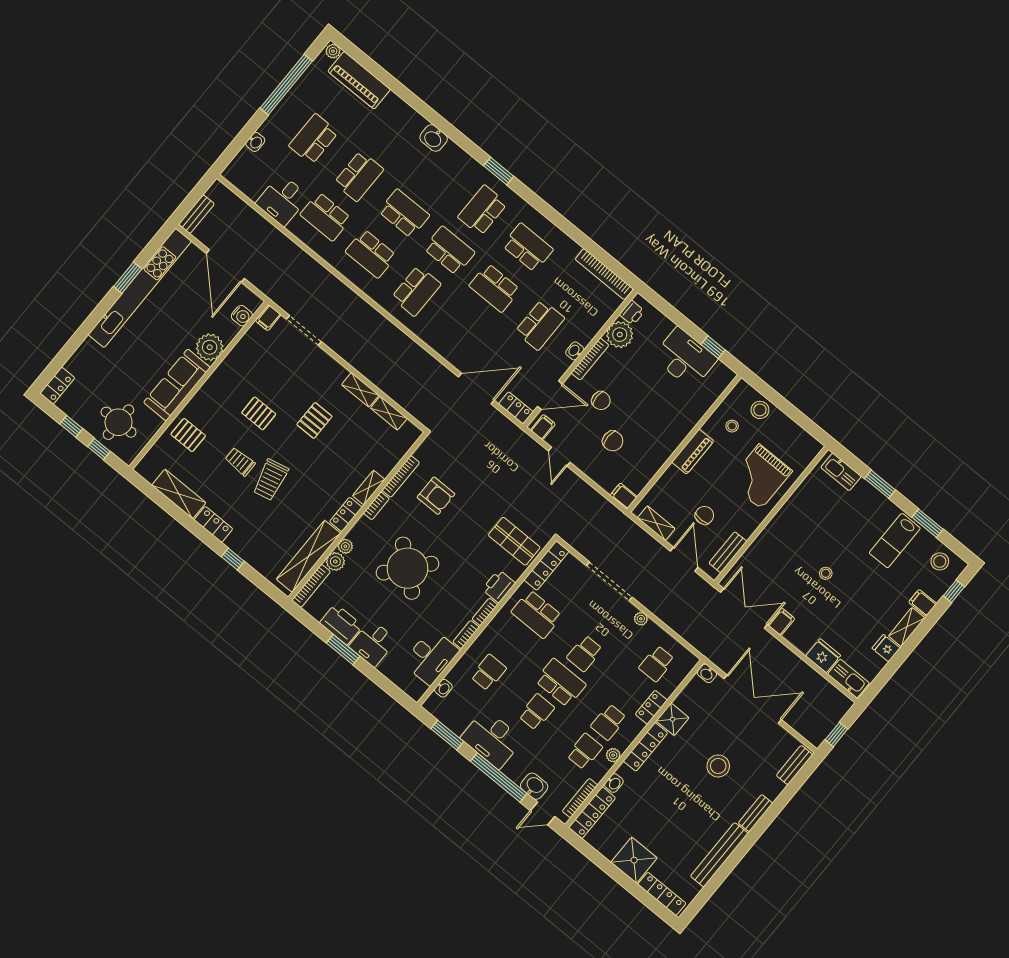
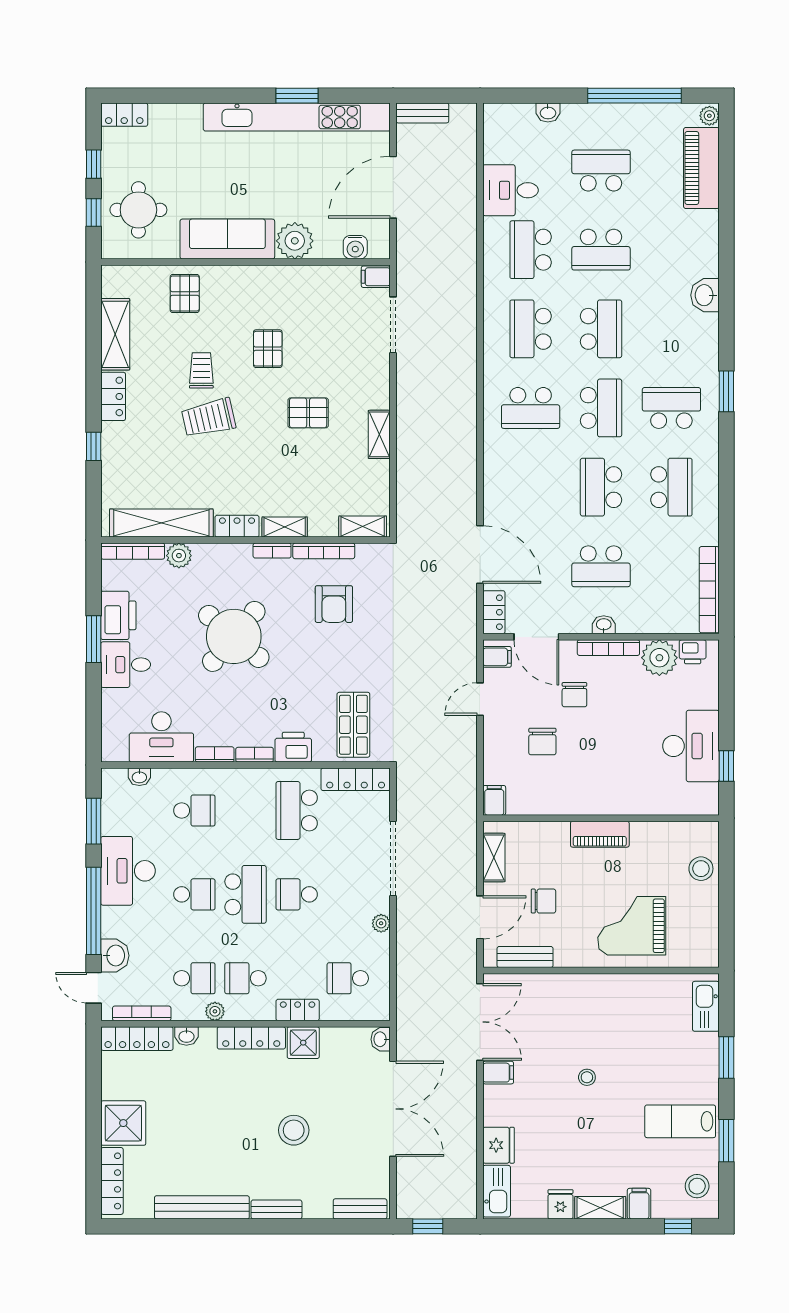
shelving: (389, 413) -> (363, 527), moved, turned 90
stool: (732, 426) -> (660, 853), removed
plant: (345, 546) -> (203, 553), removed

